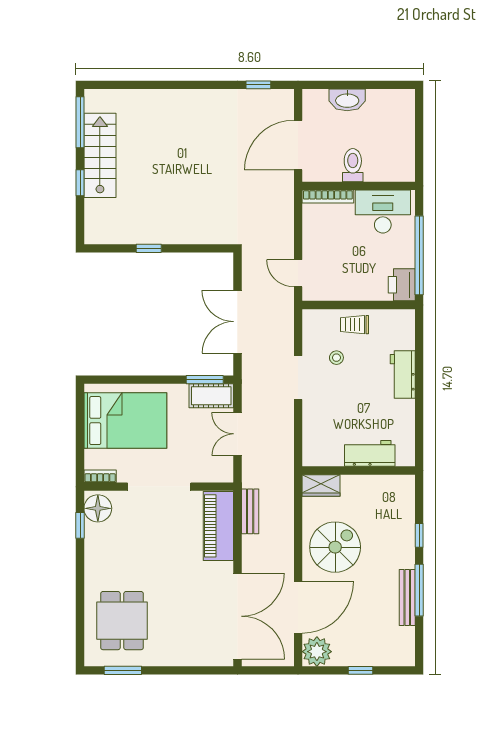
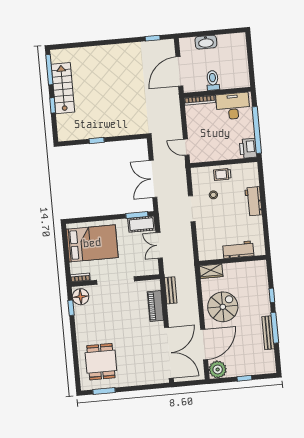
piano: (218, 526) -> (155, 306), width x0.73, depth x0.75

